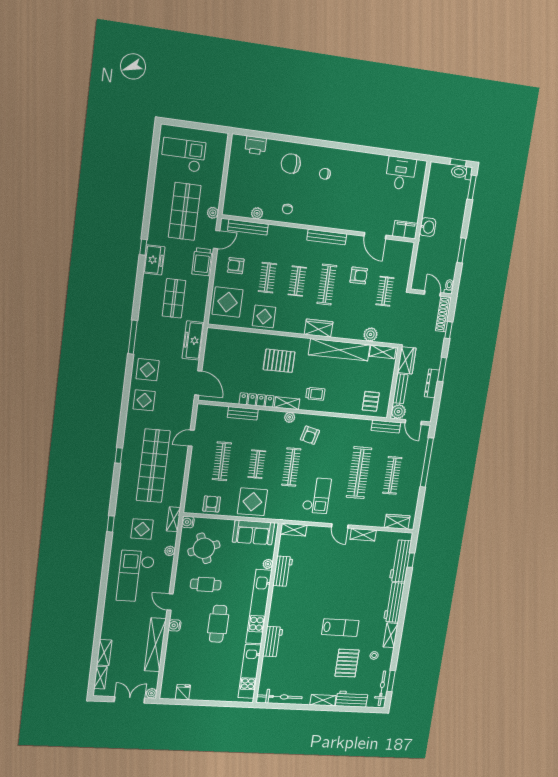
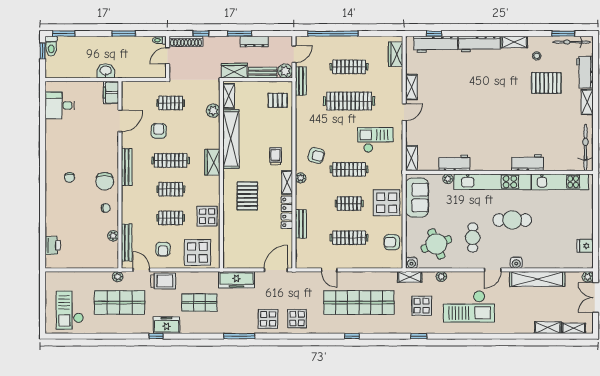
chair: (291, 164) -> (105, 181), moved
lab bench: (340, 628) -> (509, 96), removed

